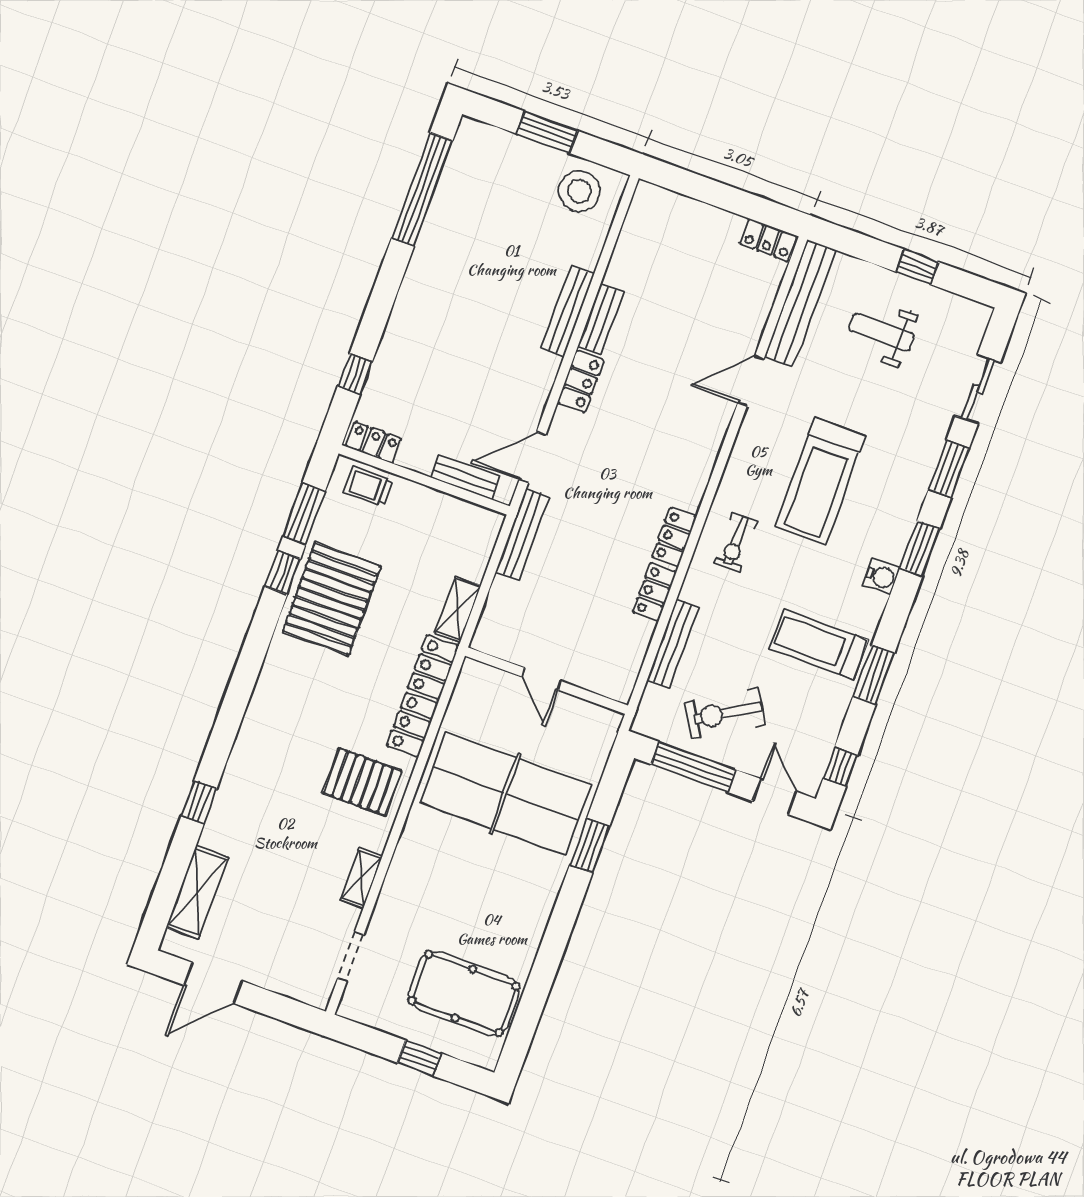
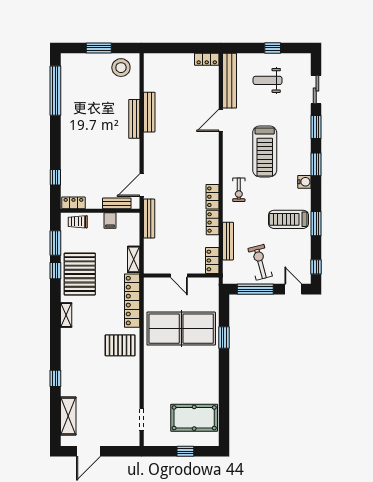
bench: (601, 319) -> (149, 112), width x1.36
locker: (581, 381) -> (212, 260), moved, turned 180
filing cabinet: (438, 508) -> (110, 221), added
exercise bike: (725, 713) -> (260, 262), turned 106
shelving: (361, 878) -> (66, 315), moved

